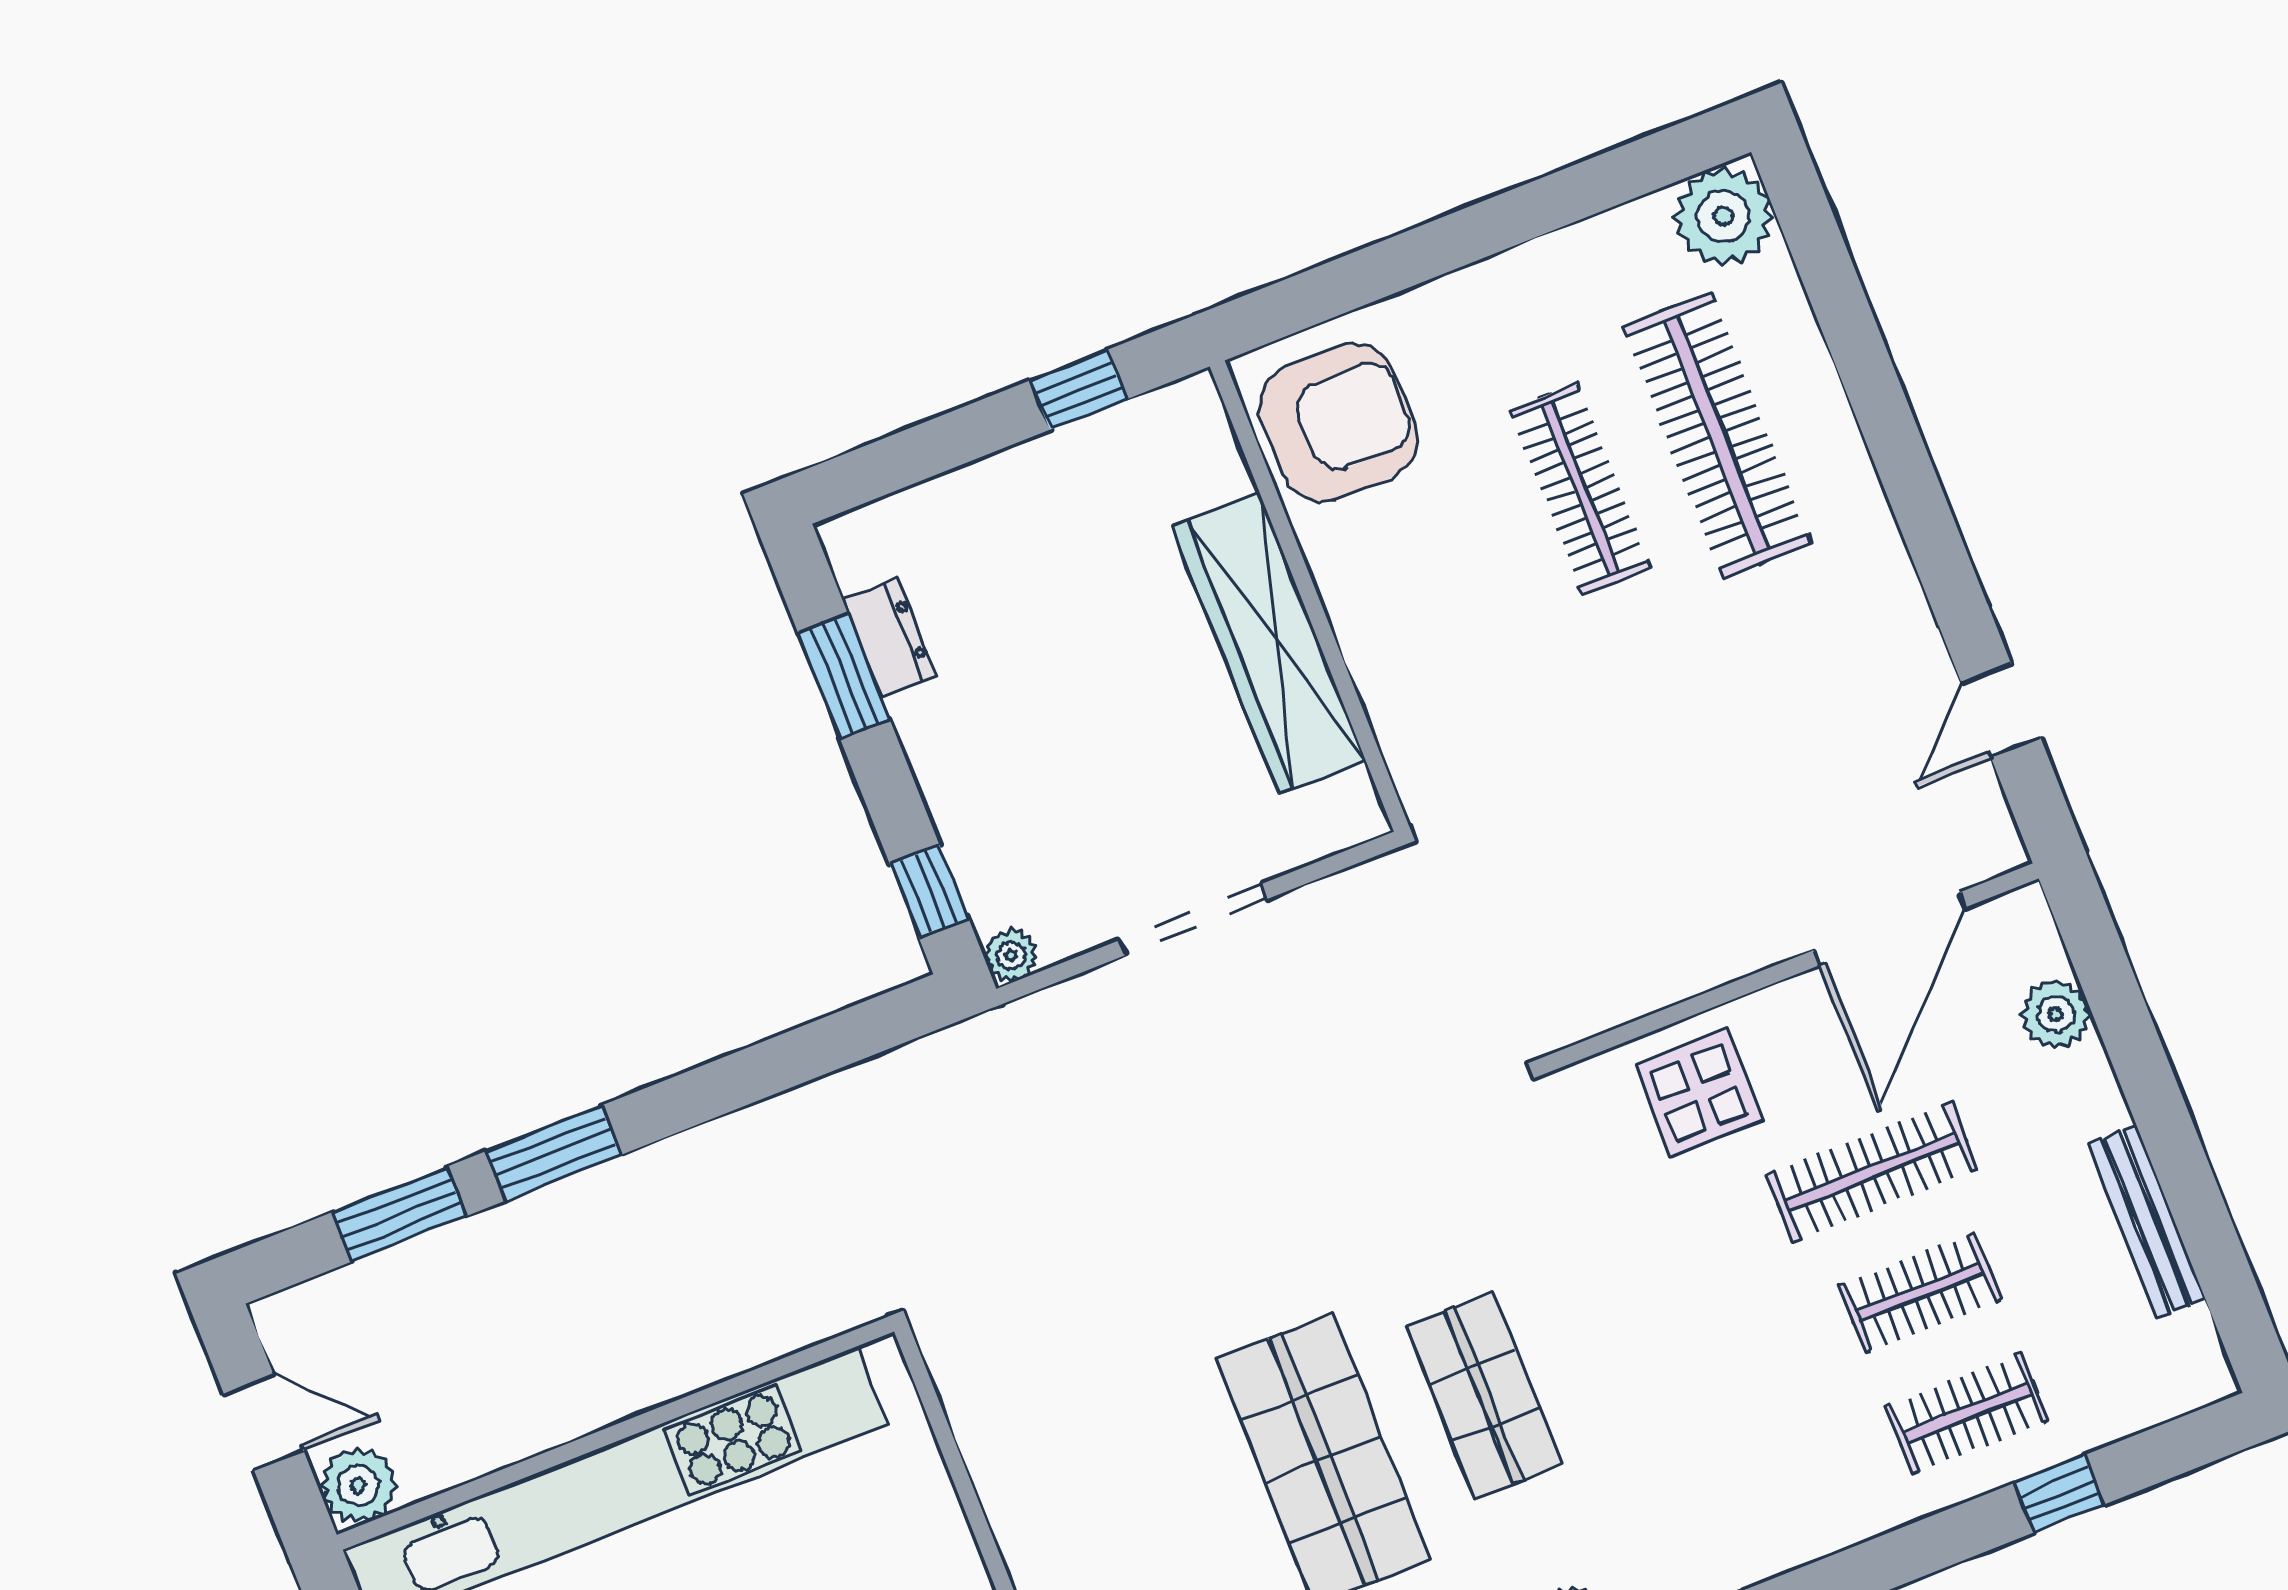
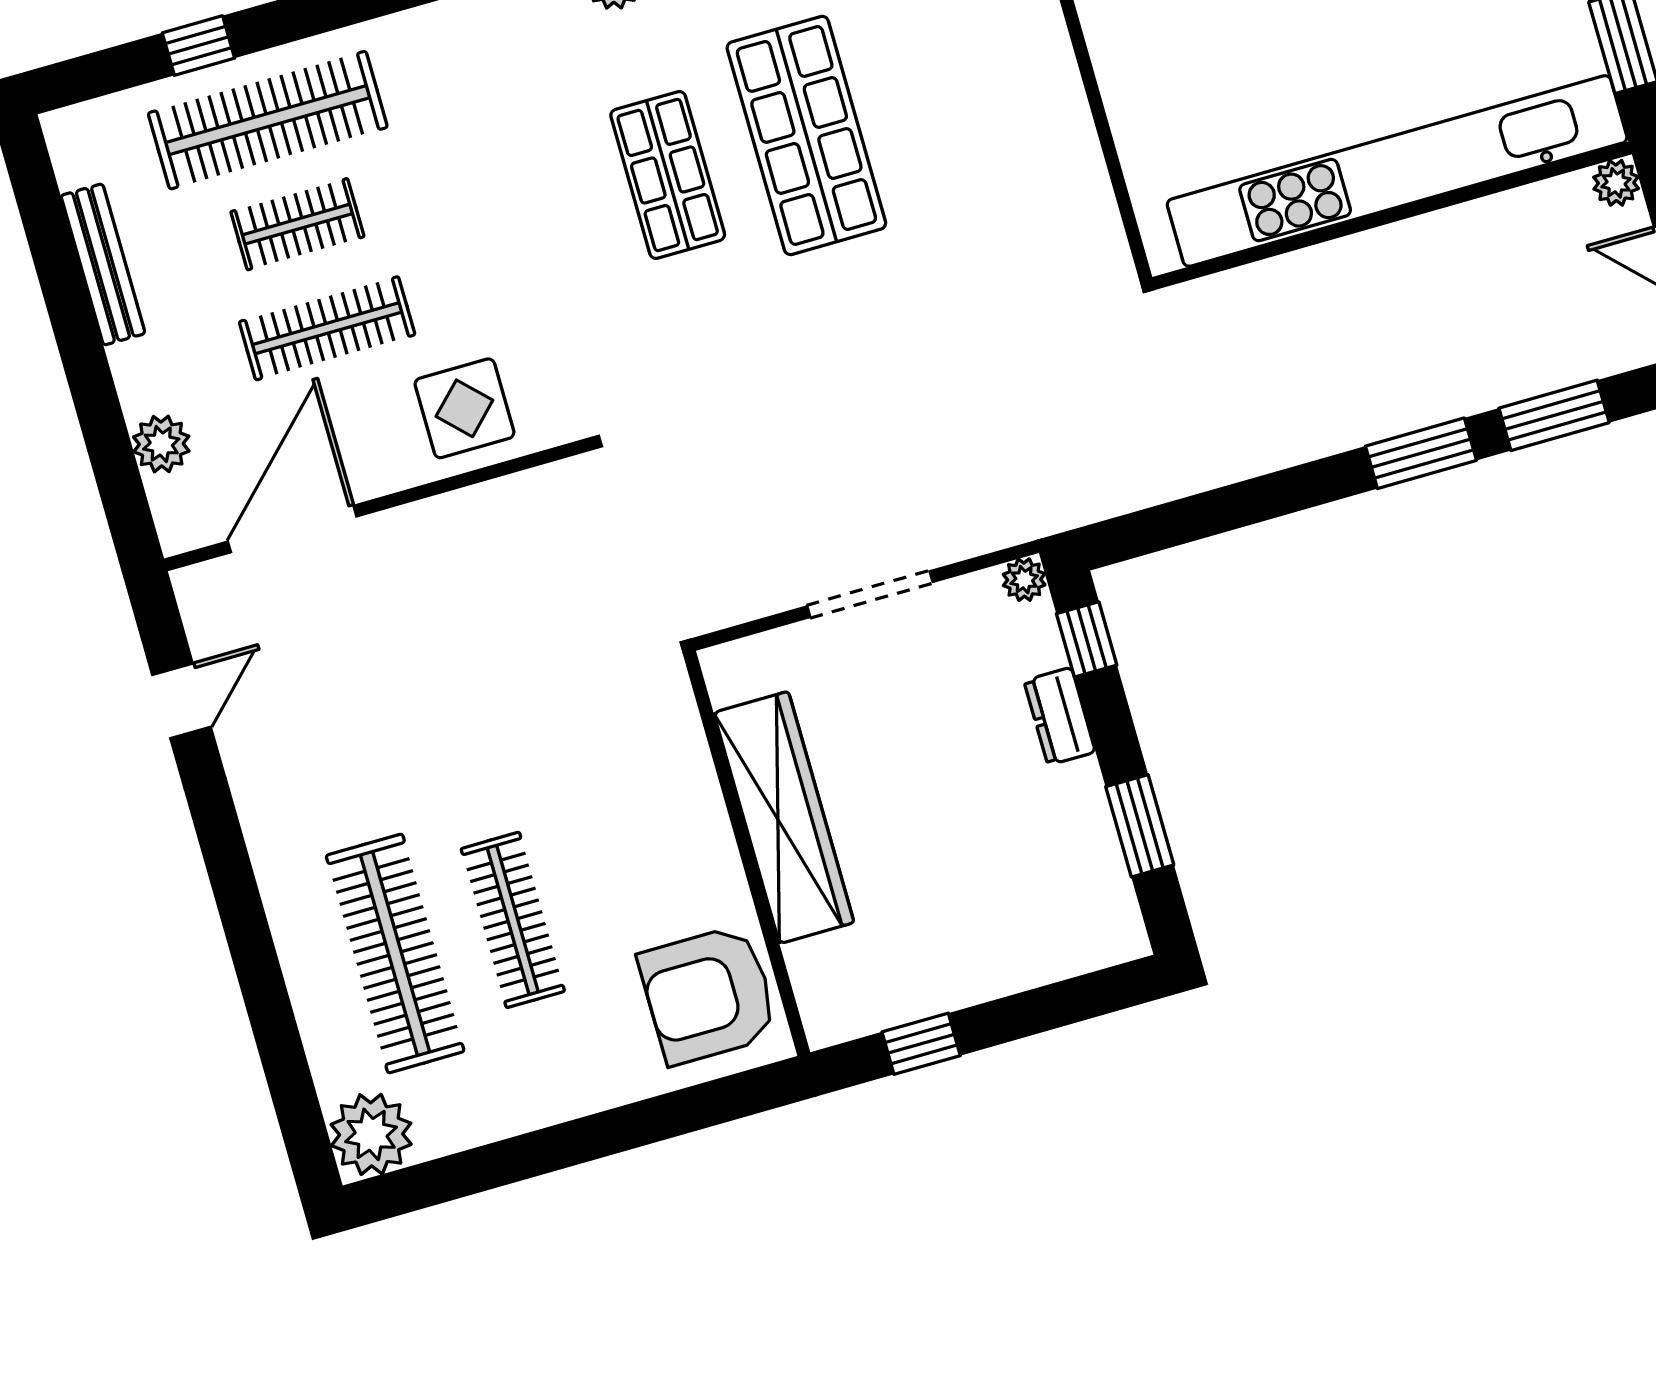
dresser: (890, 638) -> (1060, 716), moved
clothes rail: (1967, 1413) -> (268, 120), width x1.86, depth x1.31
plant: (358, 1485) -> (1616, 183), width x0.73, depth x0.73

